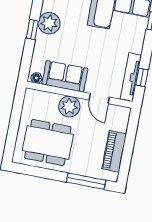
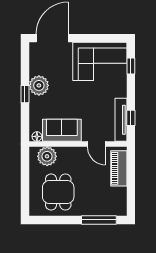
plant: (69, 106) -> (47, 156), moved
dining table: (48, 142) -> (58, 192), width x0.73
piano: (114, 151) -> (119, 168), moved

